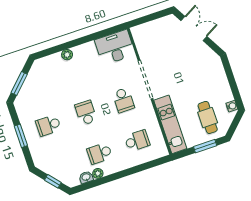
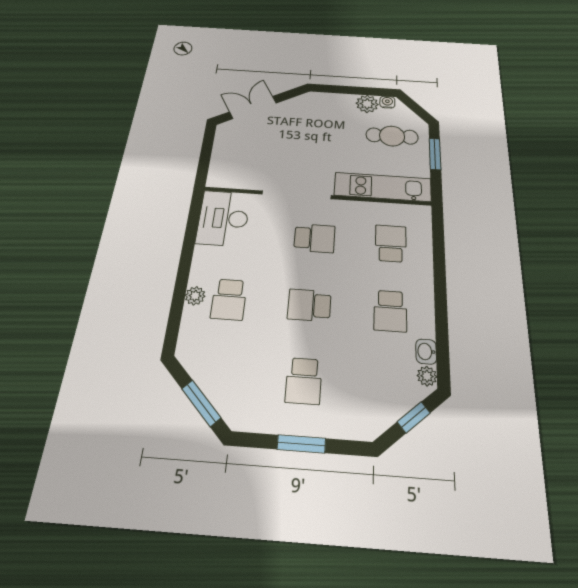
school desk: (72, 72) -> (229, 299), added
plant: (225, 95) -> (367, 104), added
plant: (98, 173) -> (427, 376), moved

